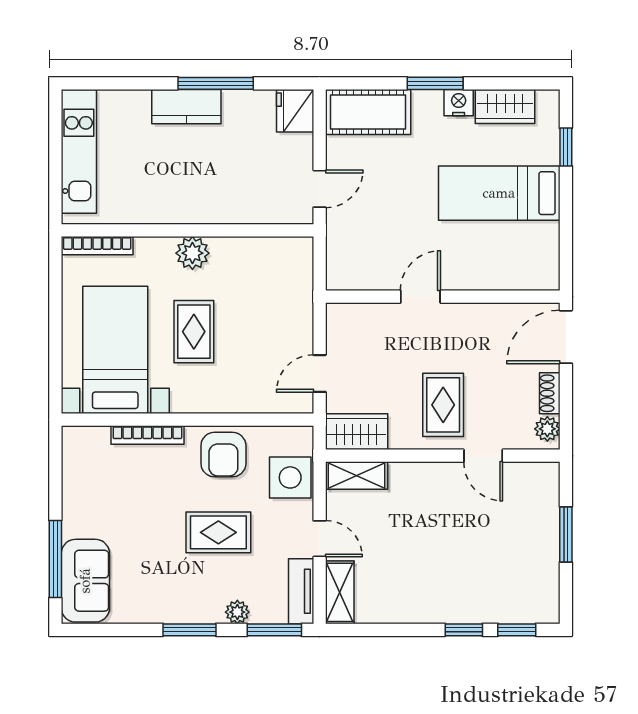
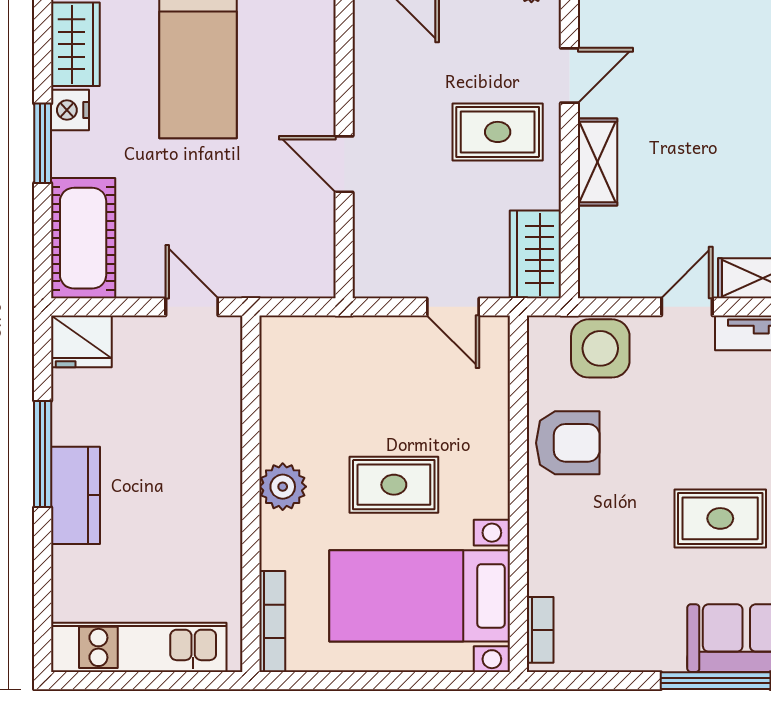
bookcase: (147, 435) -> (540, 630), moved, width x0.64
shelving: (356, 476) -> (598, 162), moved
rug: (218, 532) -> (720, 518), moved, turned 90

